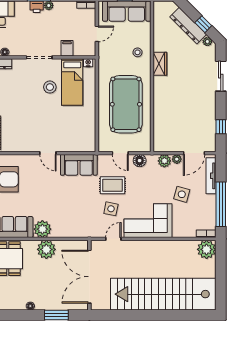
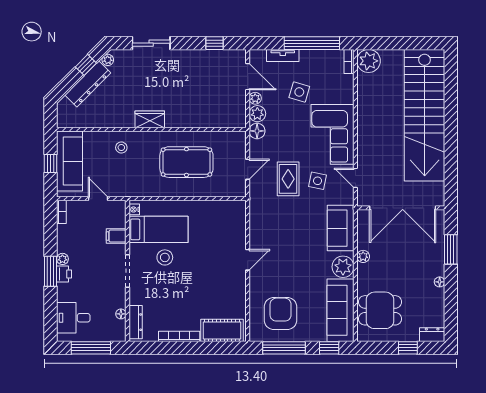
wardrobe: (160, 64) -> (150, 119), moved
pool table: (126, 104) -> (186, 162), width x0.73, depth x0.76
floor lamp: (140, 161) -> (257, 131), moved
sofa: (79, 165) -> (341, 228), moved, turned 180
tv unit: (211, 176) -> (283, 55), width x0.71
plant: (46, 249) -> (363, 256), width x0.53, depth x0.53

